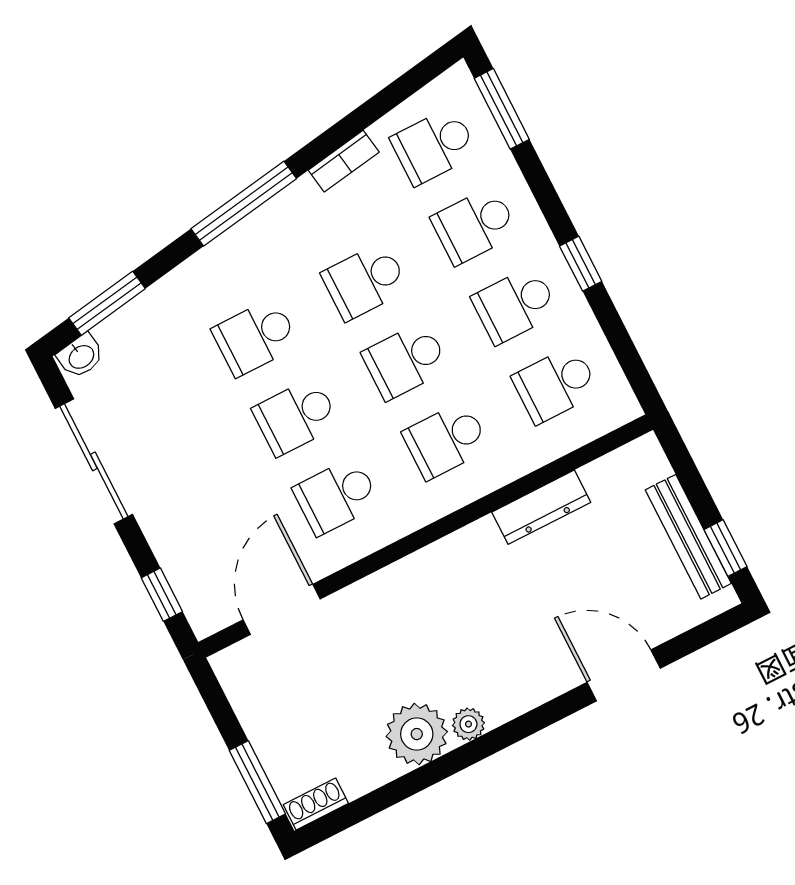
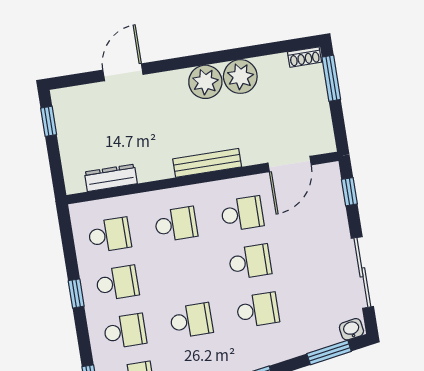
school desk: (405, 361) -> (184, 272), removed
dresser: (541, 507) -> (111, 178), moved
bench: (688, 537) -> (207, 163), moved, turned 90
door: (624, 675) -> (123, 72), swing flipped
plant: (468, 724) -> (205, 82), width x1.87, depth x1.87

